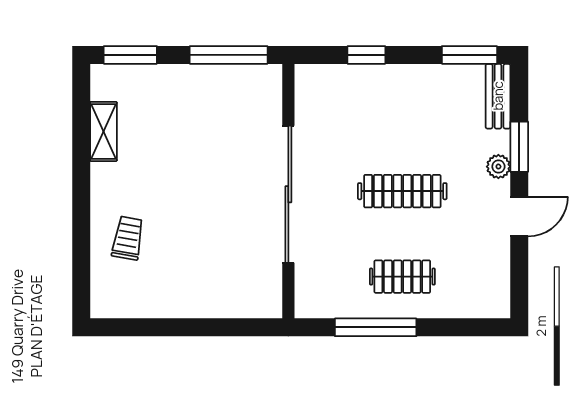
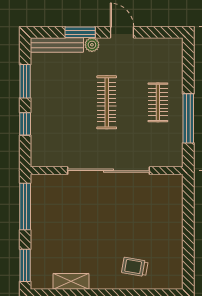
window: (469, 55) -> (25, 81), moved
bench: (498, 96) -> (57, 45), width x1.36

